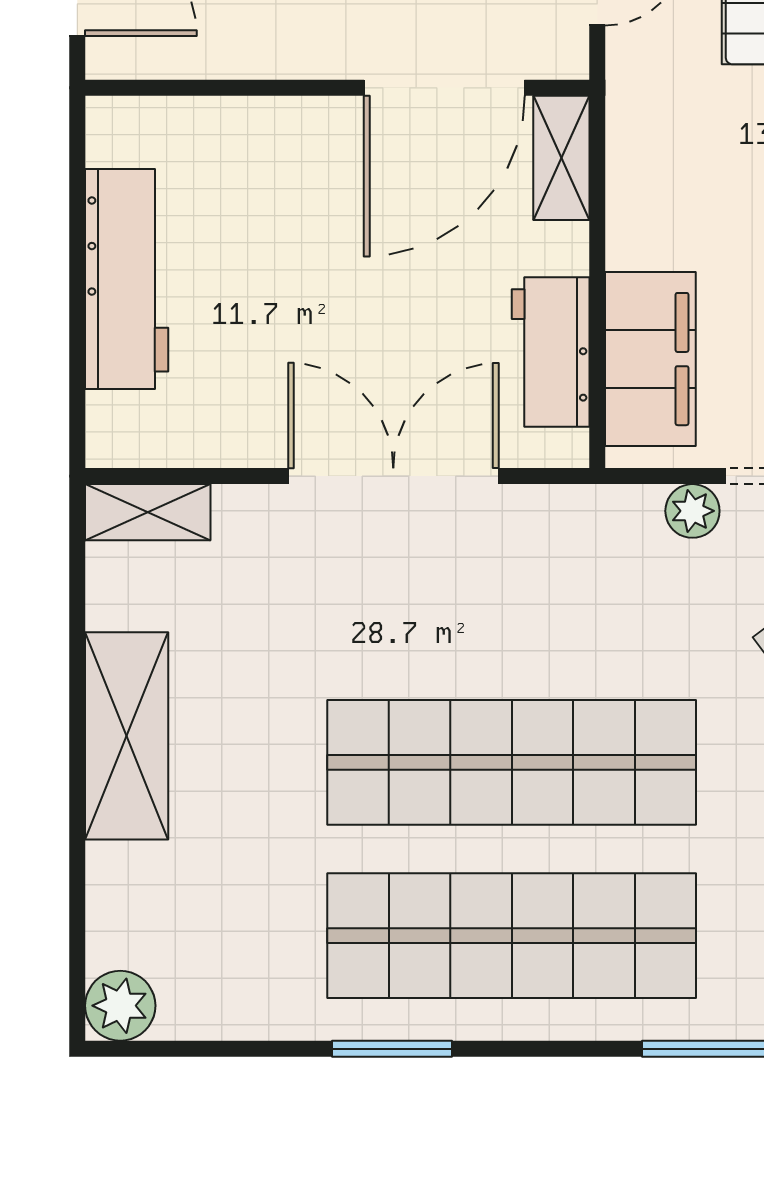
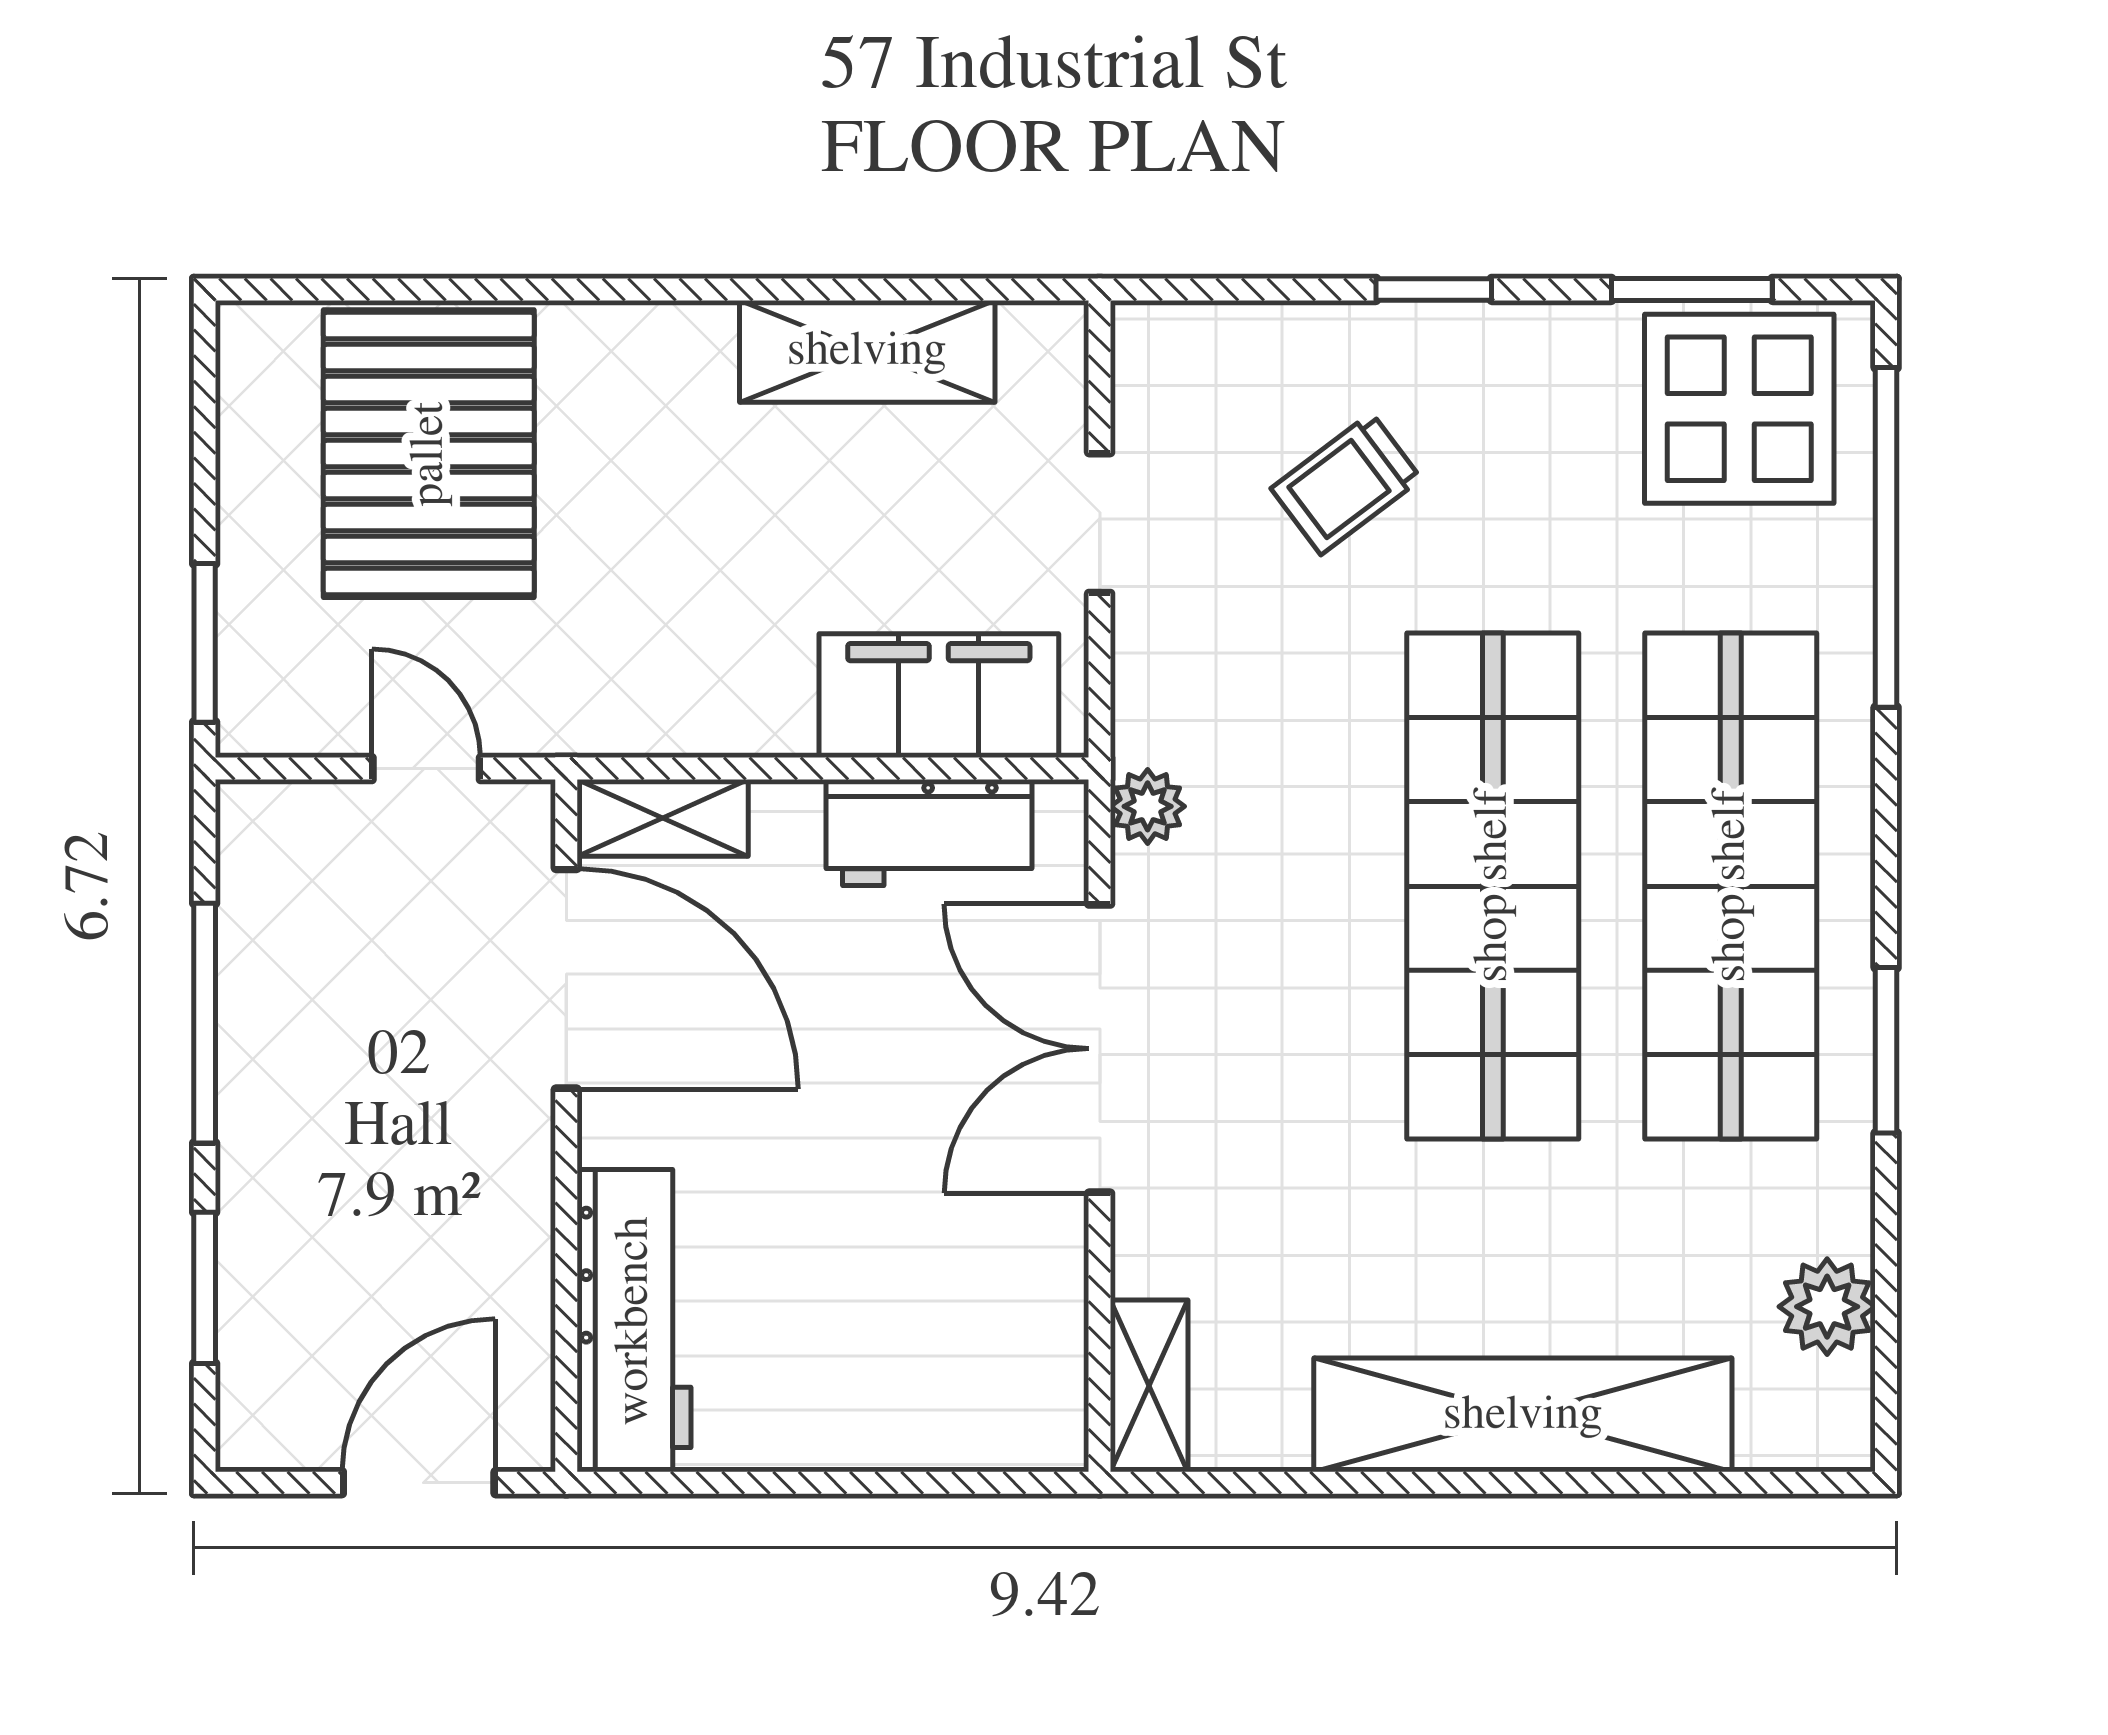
workbench: (127, 279) -> (634, 1321), moved, turned 90
plant: (692, 511) -> (1148, 806), moved
shelving: (127, 736) -> (1523, 1415), width x1.47
plant: (120, 1006) -> (1827, 1307), moved

